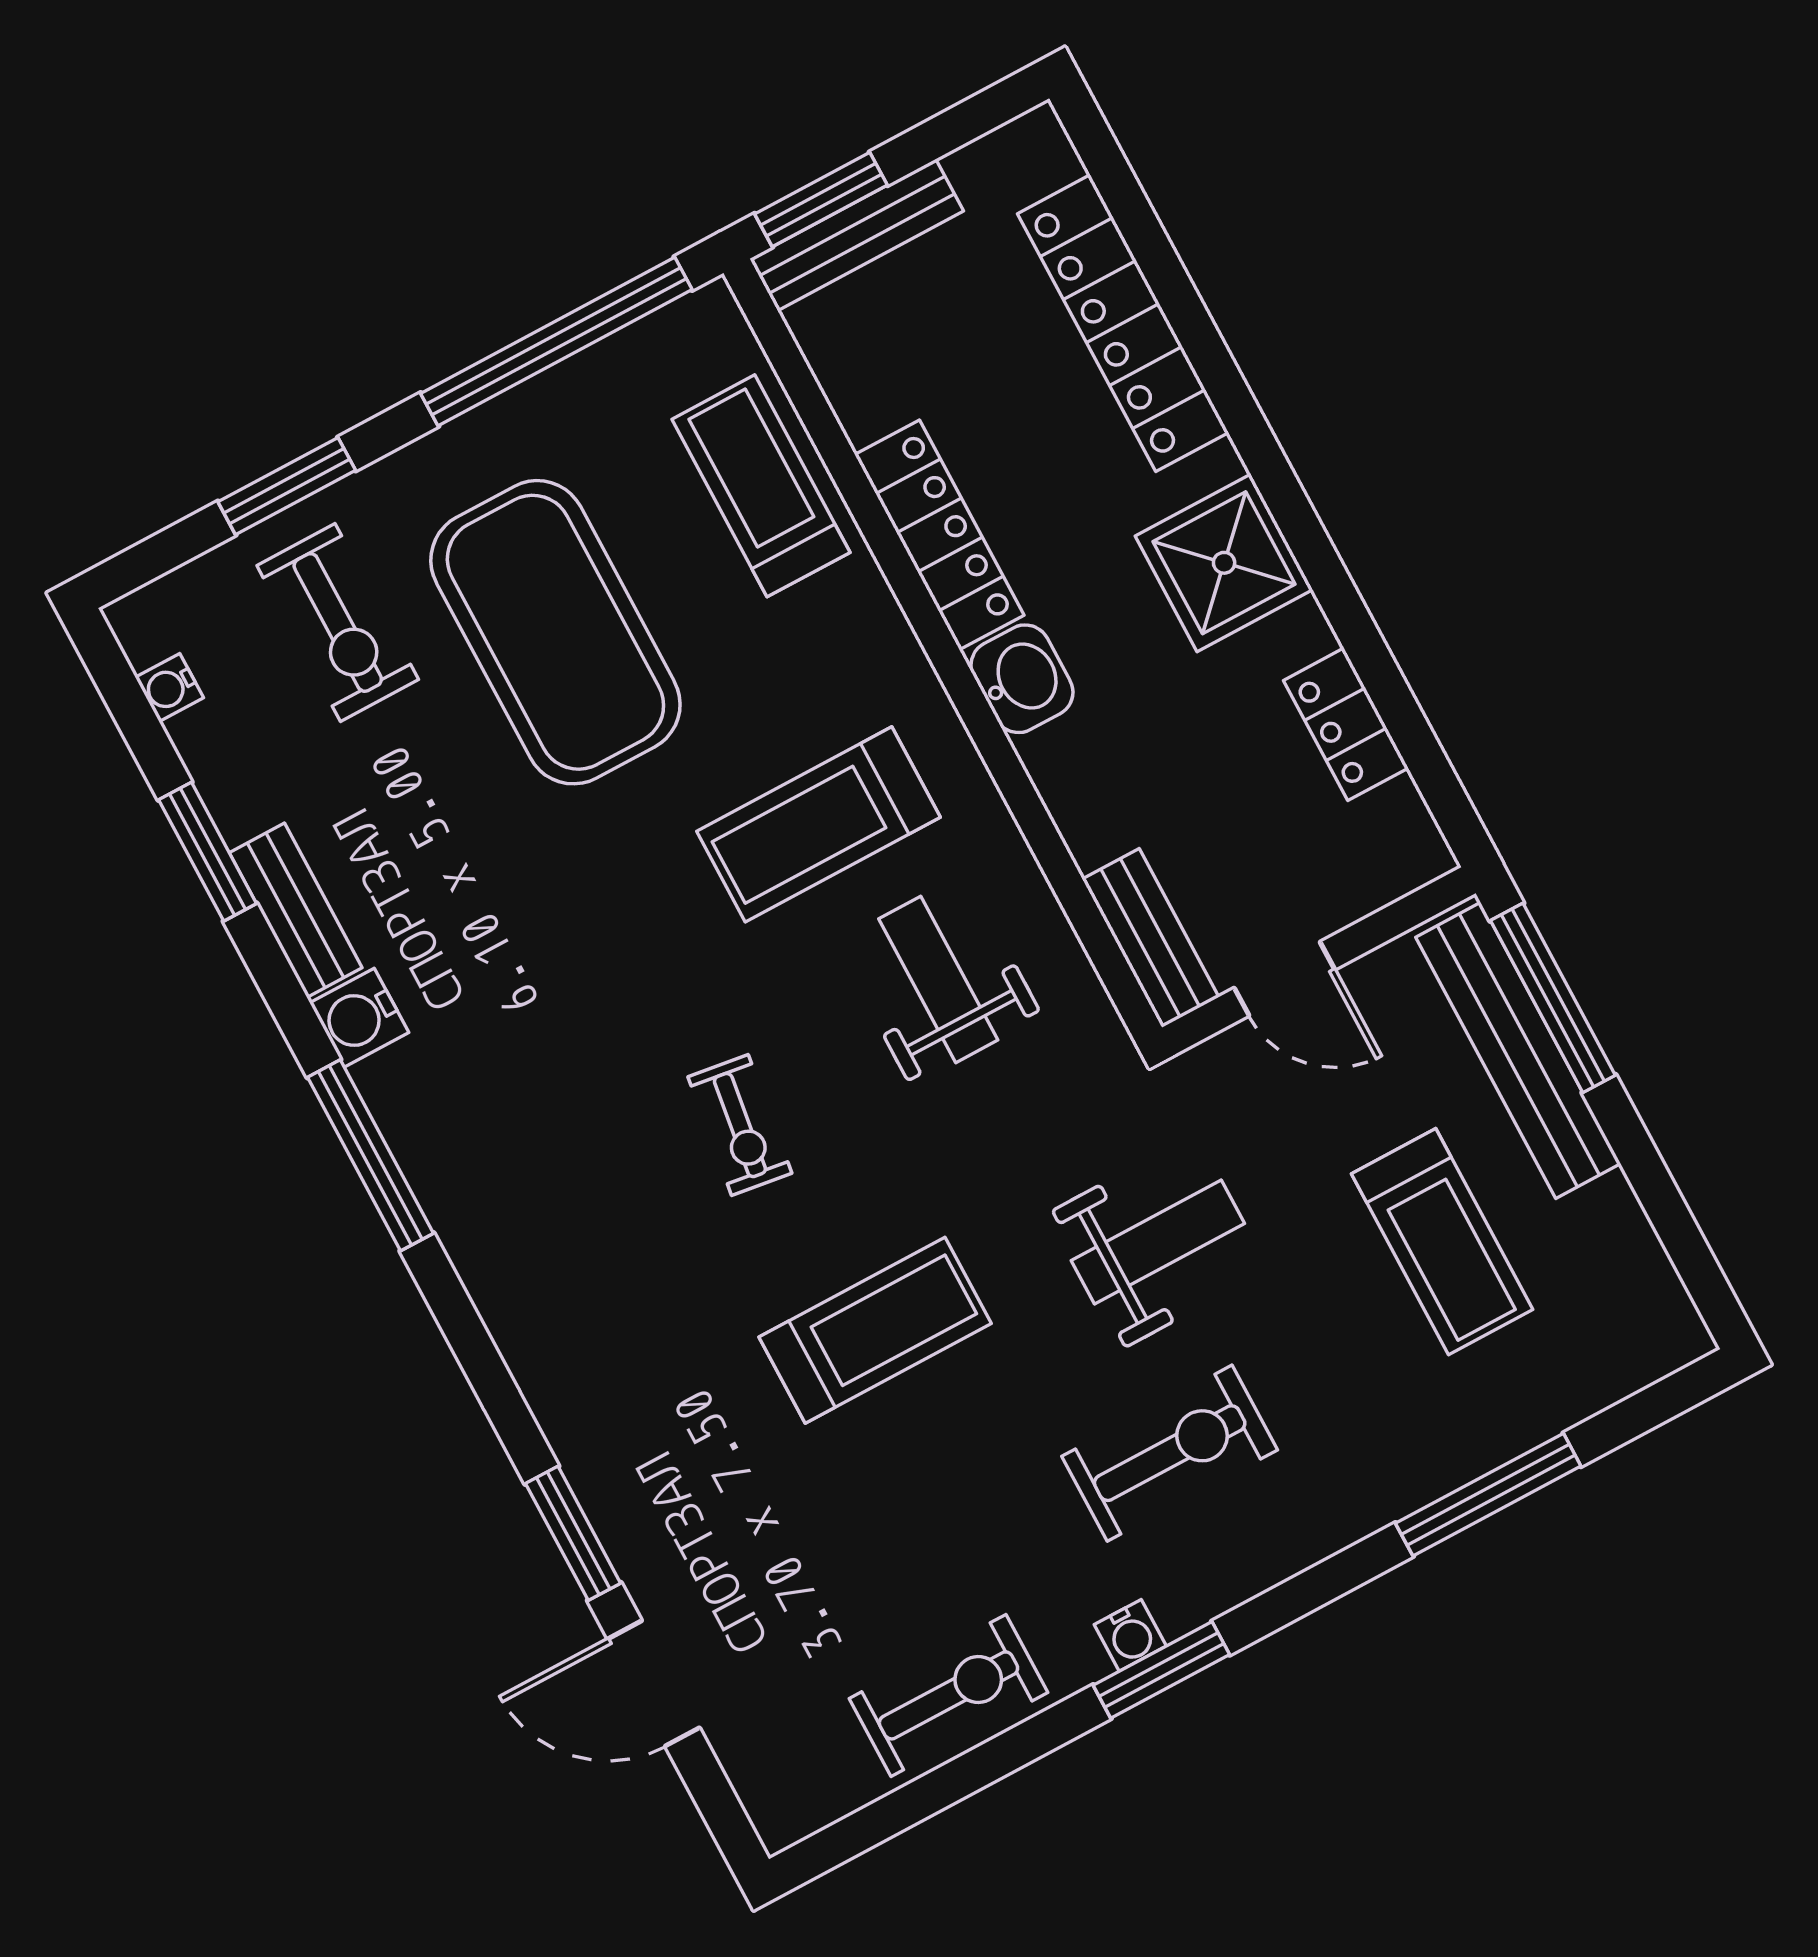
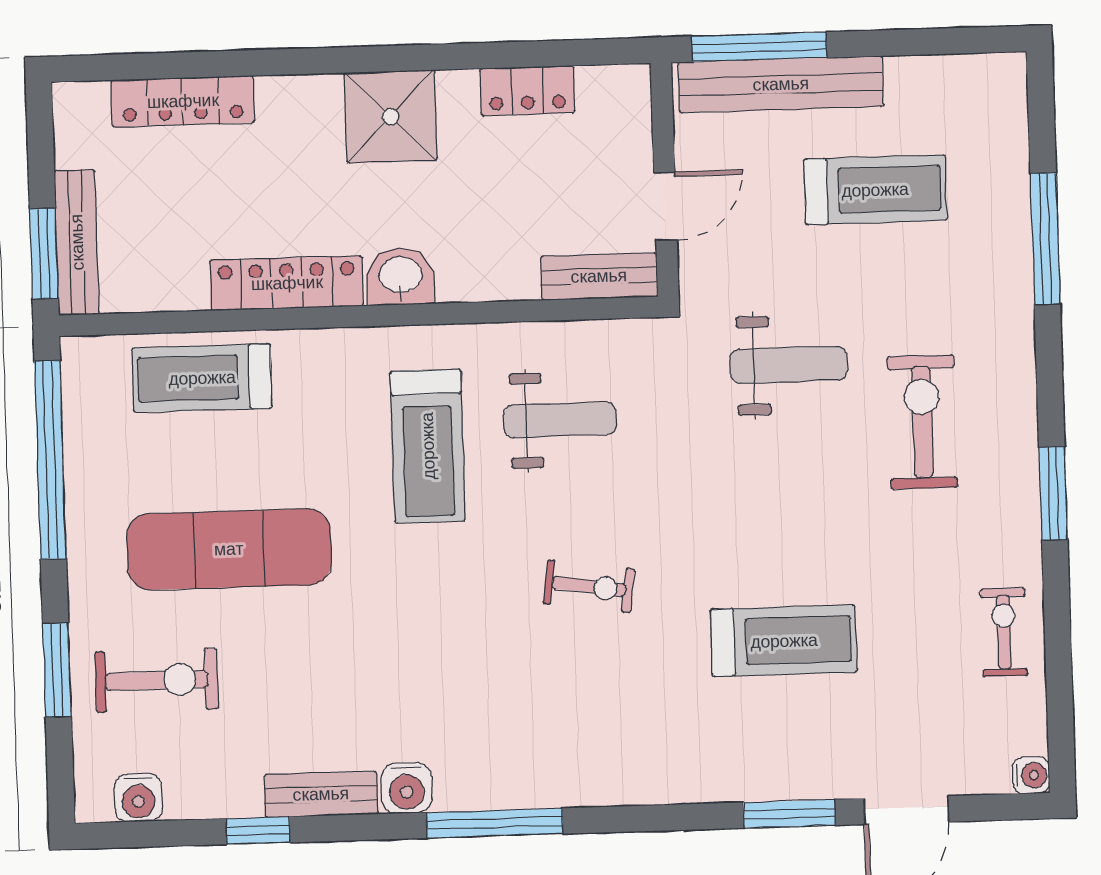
locker: (1123, 323) -> (183, 101), width x0.71, depth x0.83
exercise mat: (555, 632) -> (229, 549), width x0.68
water cooler: (169, 688) -> (138, 798), width x1.38, depth x1.38
window: (208, 852) -> (258, 831), width x0.67
weight bench: (938, 979) -> (560, 420), turned 180
weight bench: (1158, 1242) -> (789, 365), turned 90
treadmill: (875, 1330) -> (784, 641), moved, turned 90
water cooler: (1130, 1635) -> (1031, 775), moved
exercise bike: (948, 1695) -> (1004, 632), width x0.73, depth x0.72

